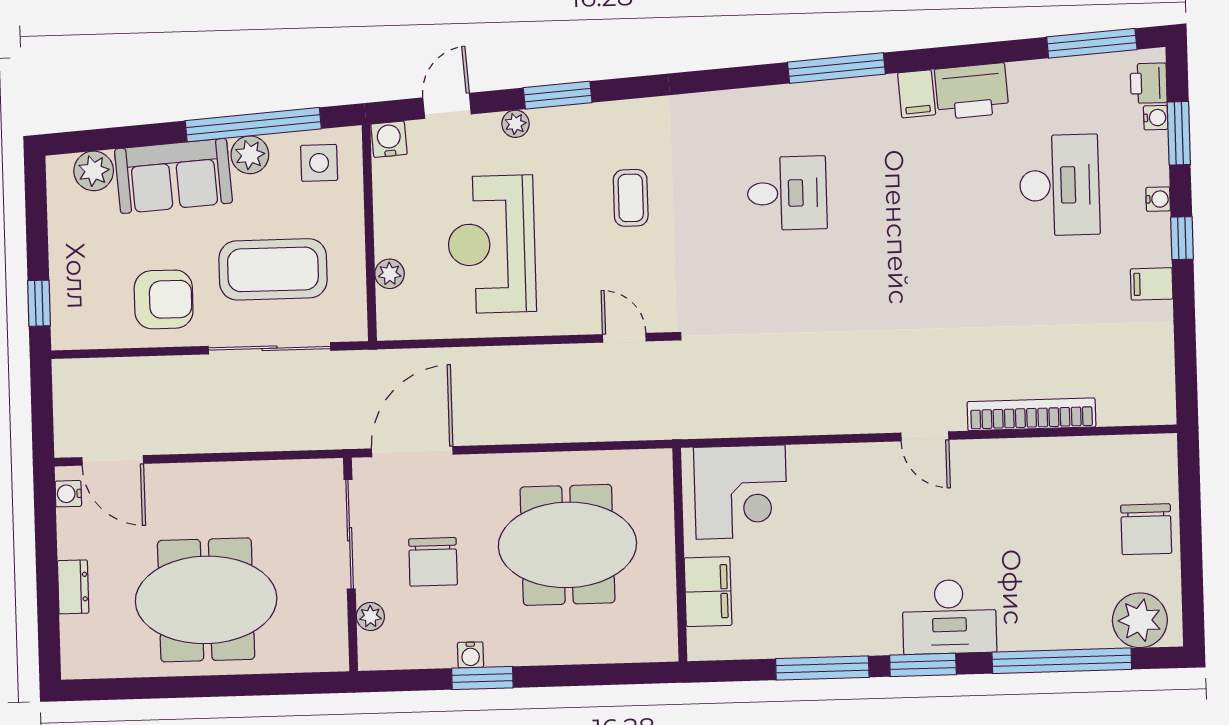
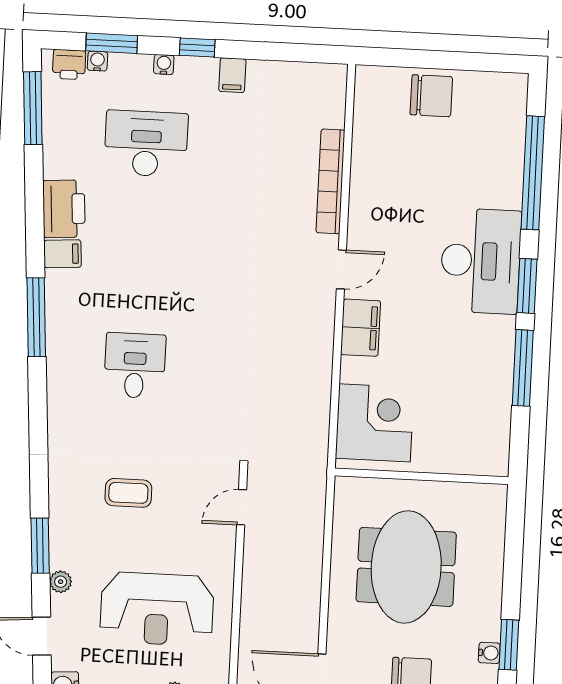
filing cabinet: (708, 592) -> (361, 328), moved, turned 90
desk: (949, 617) -> (481, 261), width x1.36, depth x1.30
plant: (1140, 620) -> (505, 107), removed

